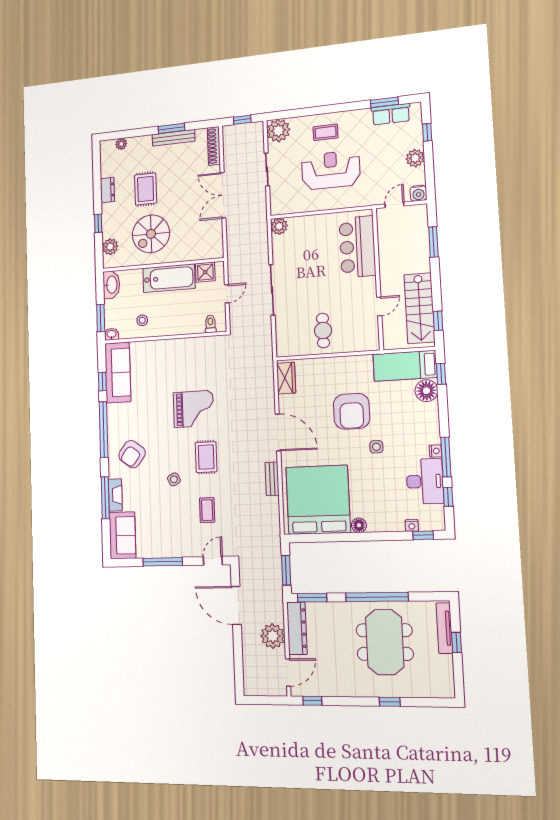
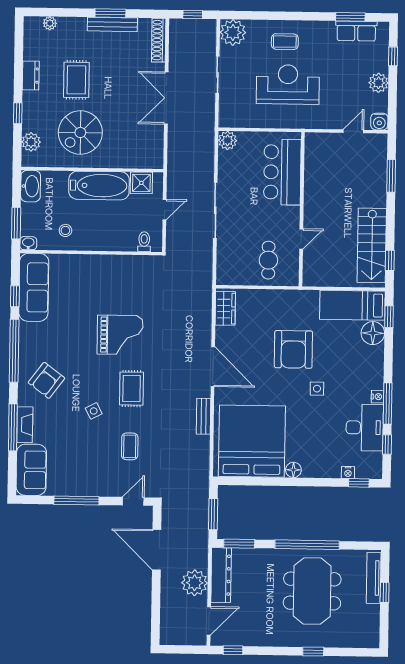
bar counter: (357, 247) -> (282, 172), moved
wall: (378, 279) -> (302, 209), moved
door: (379, 306) -> (301, 239), moved

